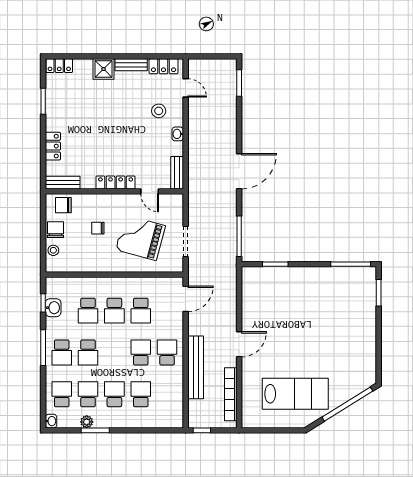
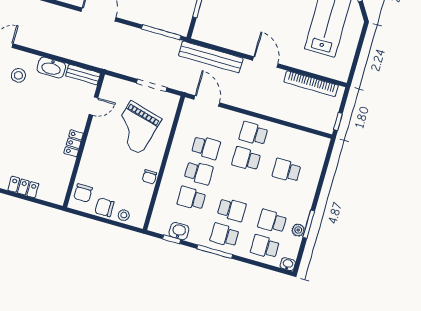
washbasin: (178, 134) -> (51, 68), width x1.91, depth x1.45
bench: (63, 183) -> (61, 188), removed
locker: (116, 183) -> (74, 143), width x0.66
chair: (98, 228) -> (150, 177), moved
school desk: (88, 311) -> (191, 198), turned 180
school desk: (62, 352) -> (225, 235), turned 180
bench: (196, 367) -> (211, 57), moved
school desk: (114, 394) -> (279, 196), removed

